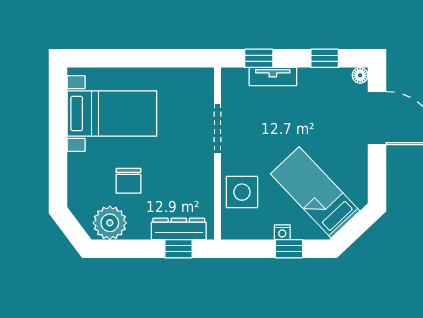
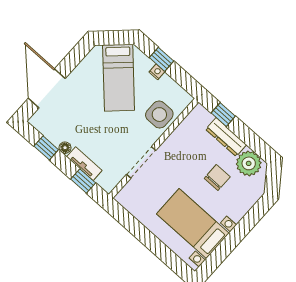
floor lamp: (360, 75) -> (65, 148), moved
dresser: (179, 229) -> (226, 137), moved

